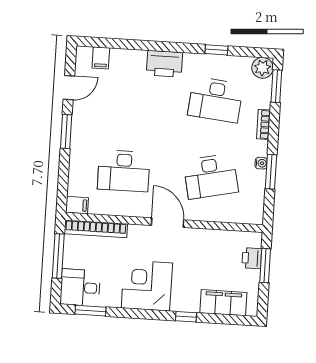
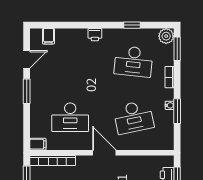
printer: (164, 64) -> (95, 35), width x0.53, depth x0.68

